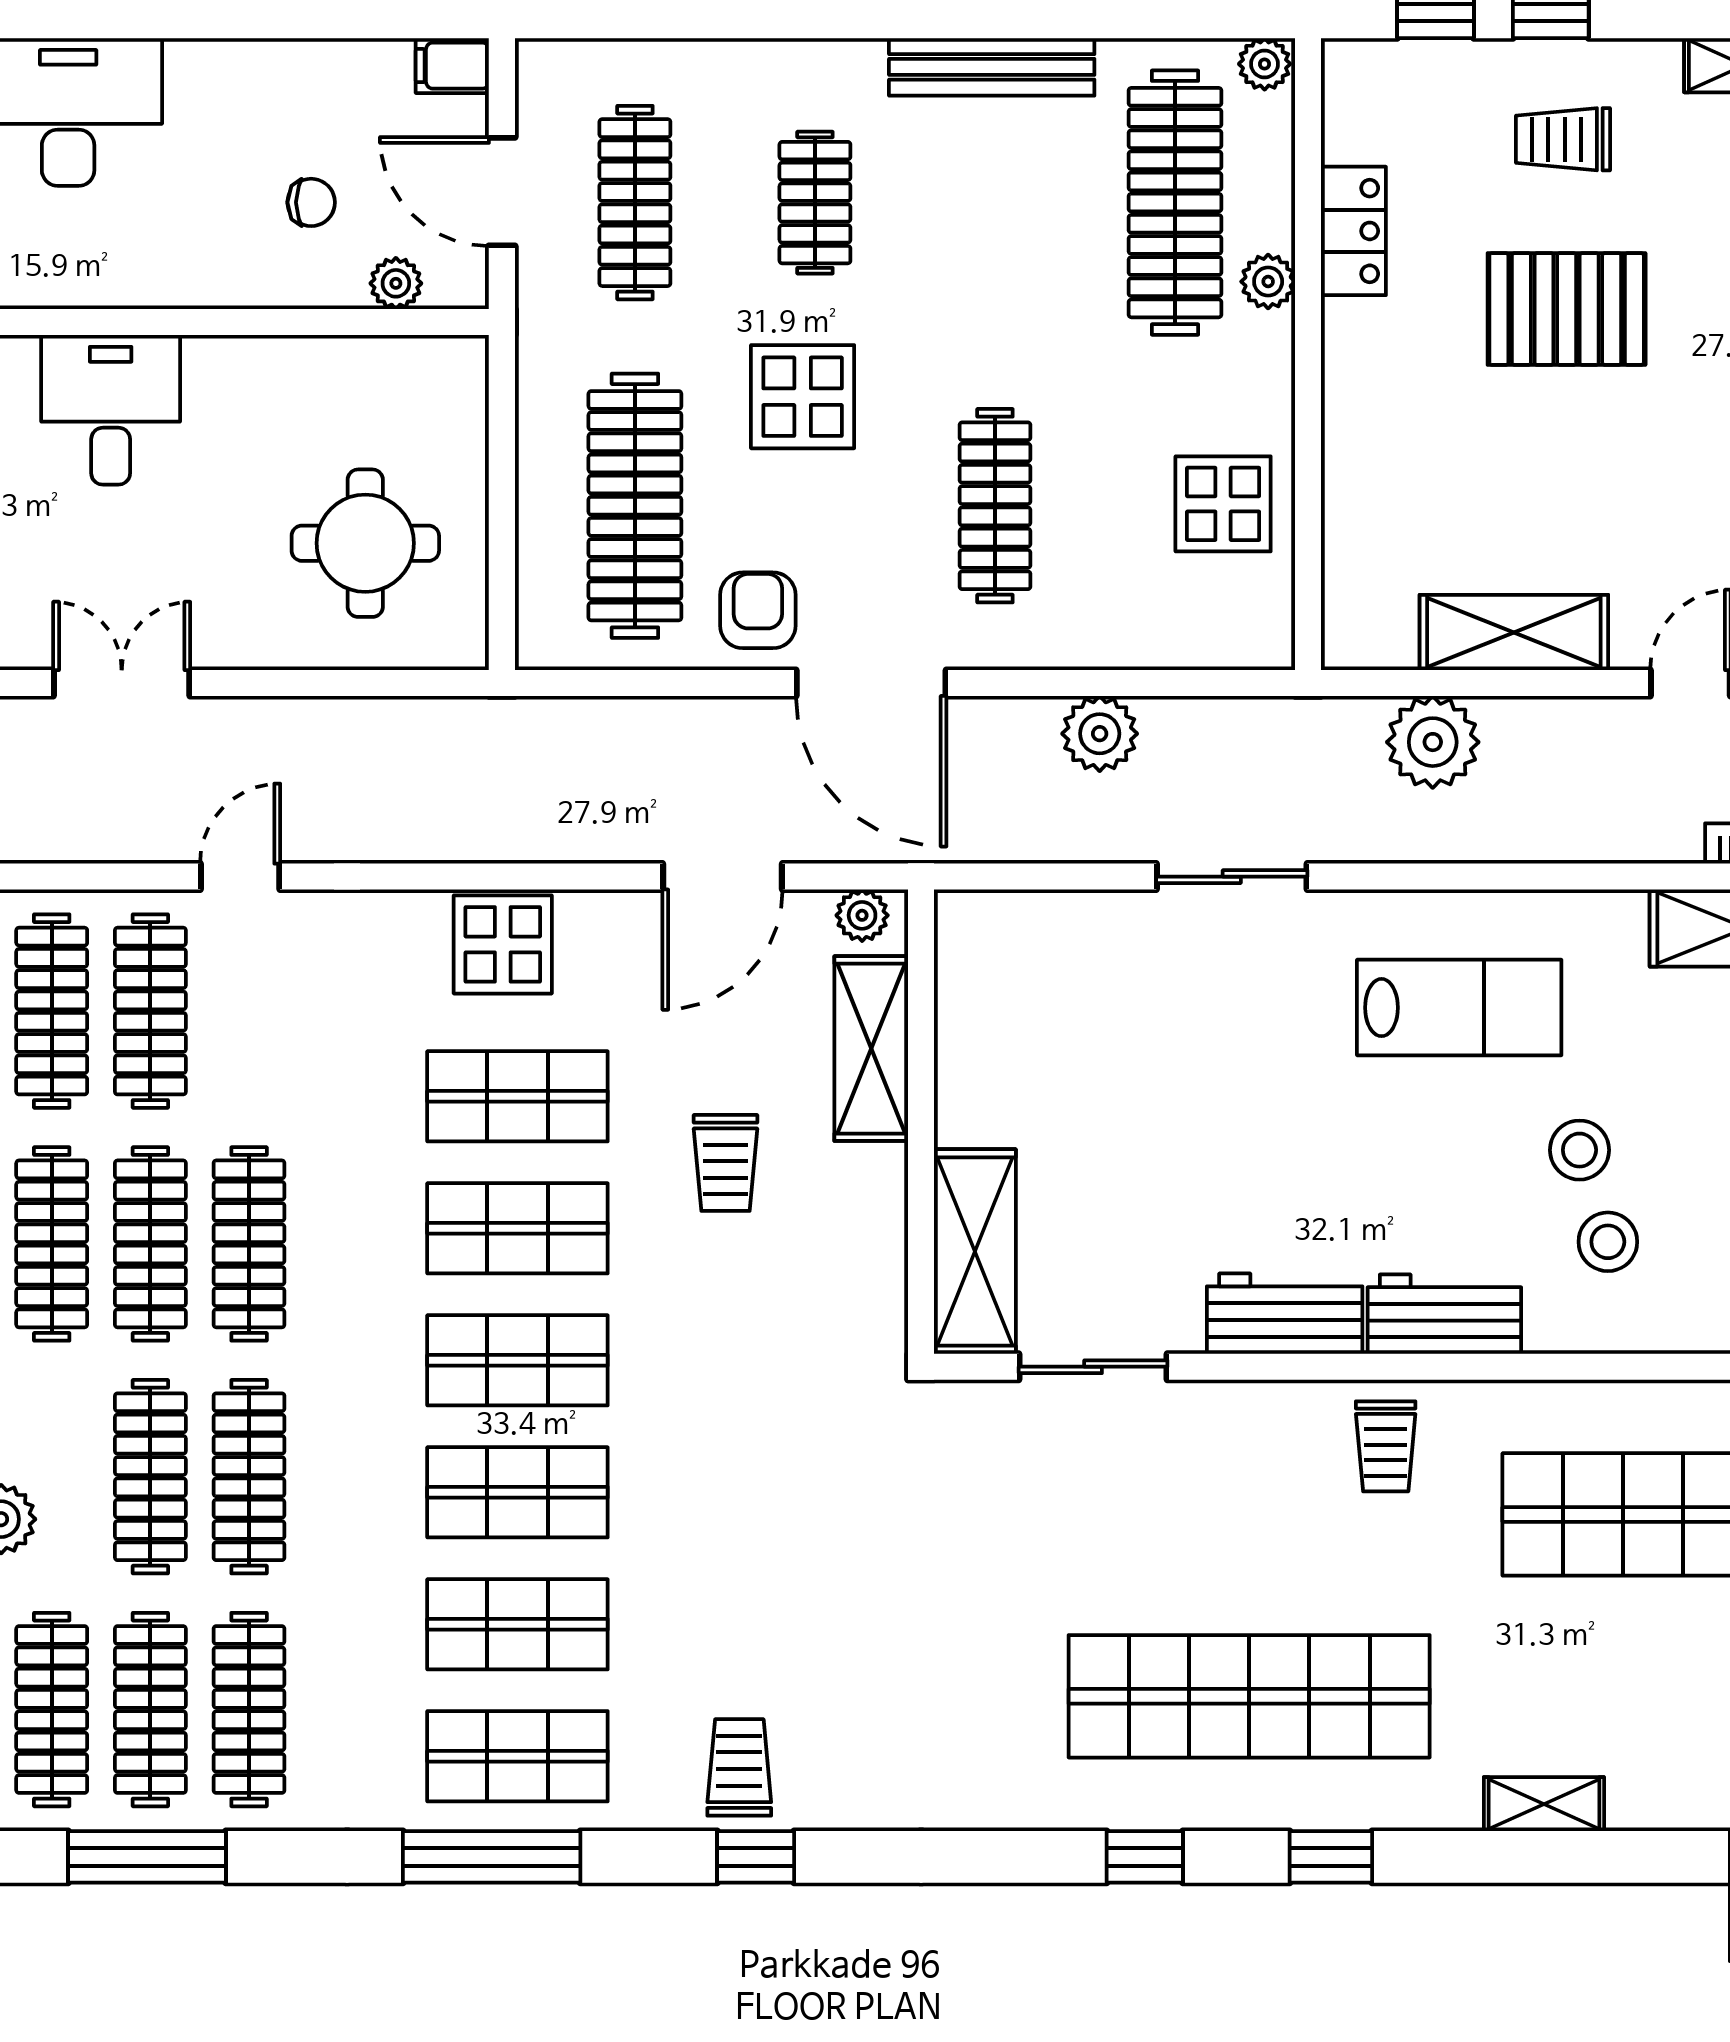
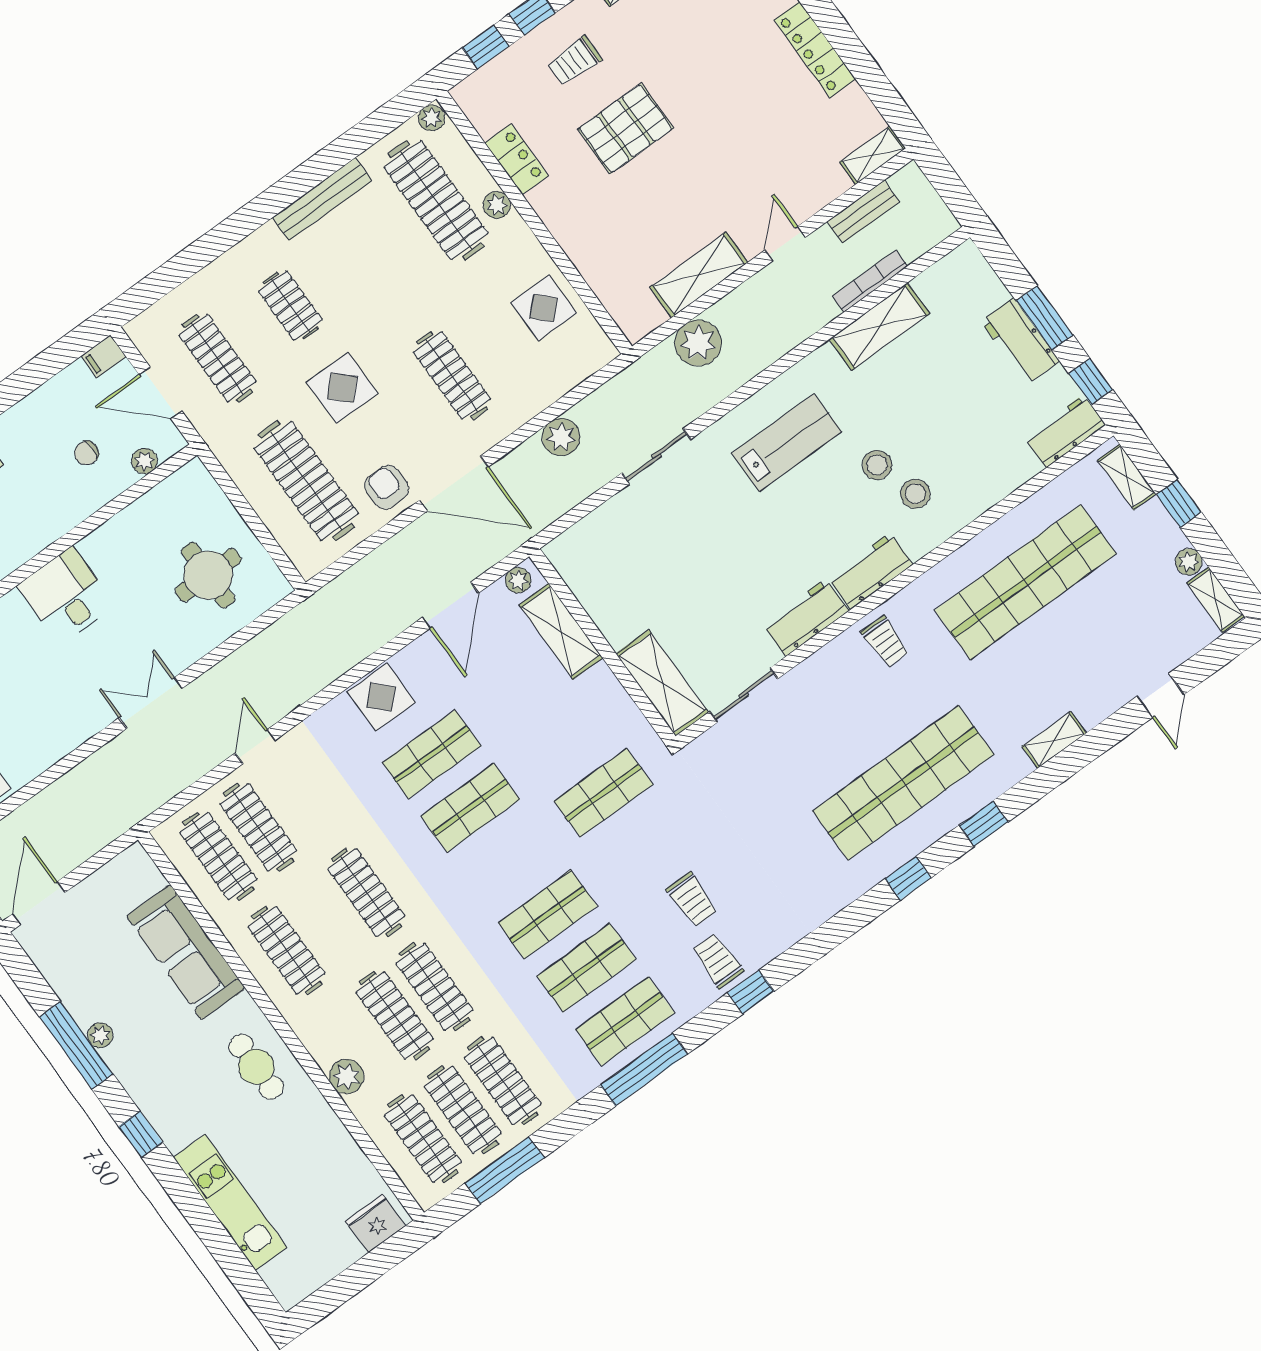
chair: (311, 202) -> (87, 453), turned 180
trolley: (725, 1163) -> (692, 900), moved
clothes rail: (150, 1244) -> (326, 921), removed
shop shelf: (517, 1360) -> (603, 793), moved

